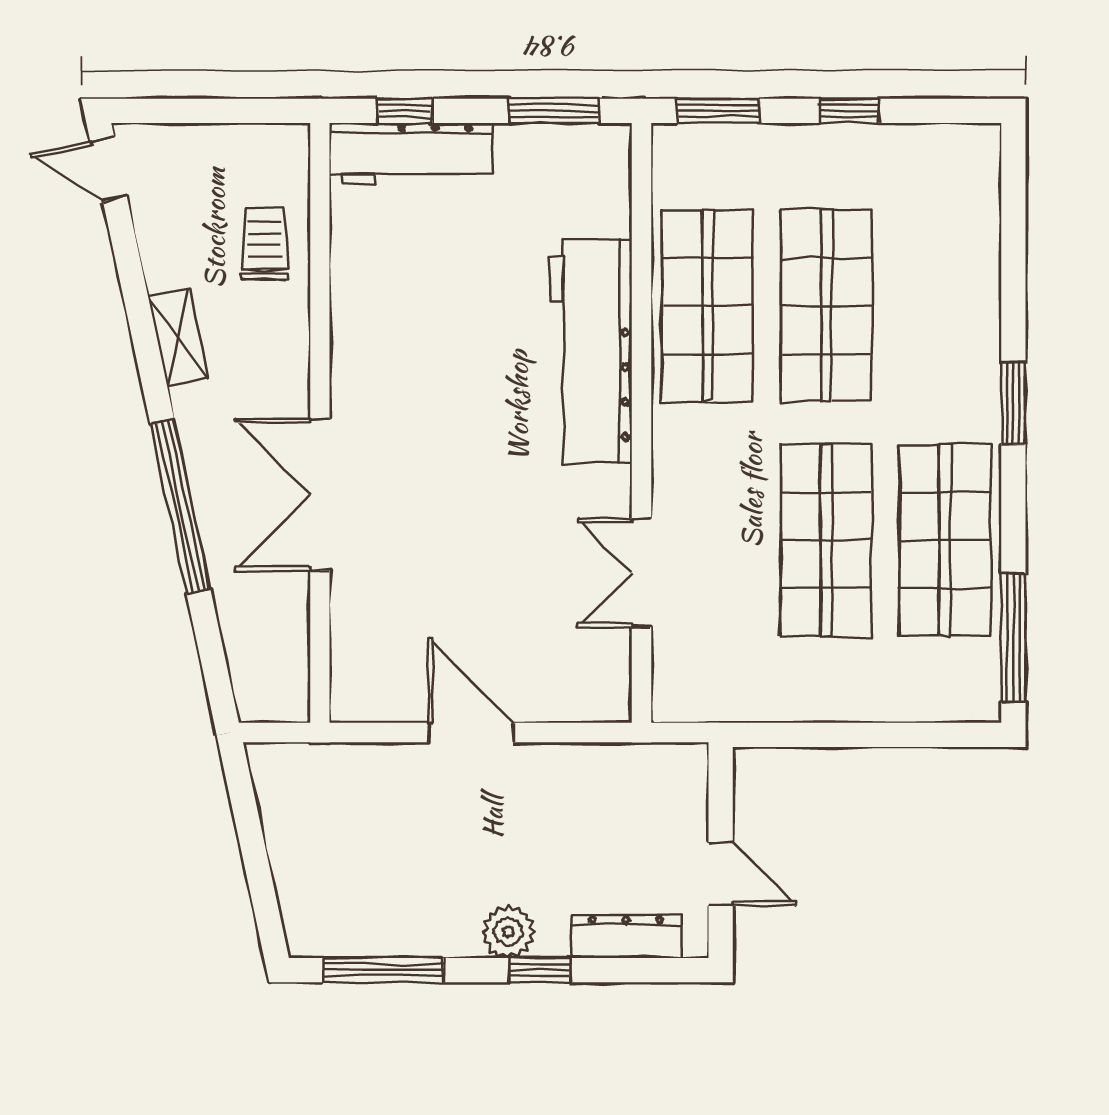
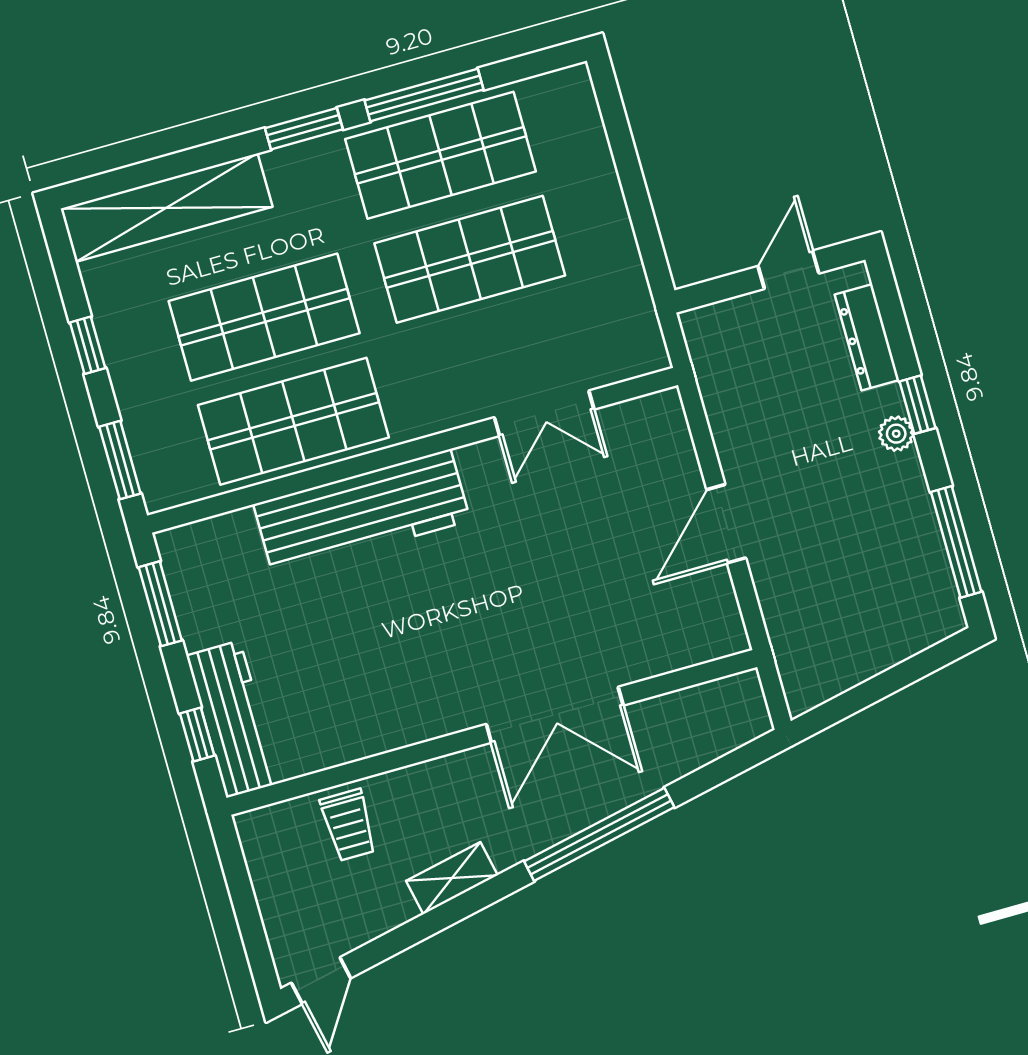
shelving: (971, 235) -> (167, 208), added
trolley: (265, 244) -> (348, 825), turned -90
window: (1013, 638) -> (424, 95), moved
plant: (508, 932) -> (896, 434), width x0.73, depth x0.73

